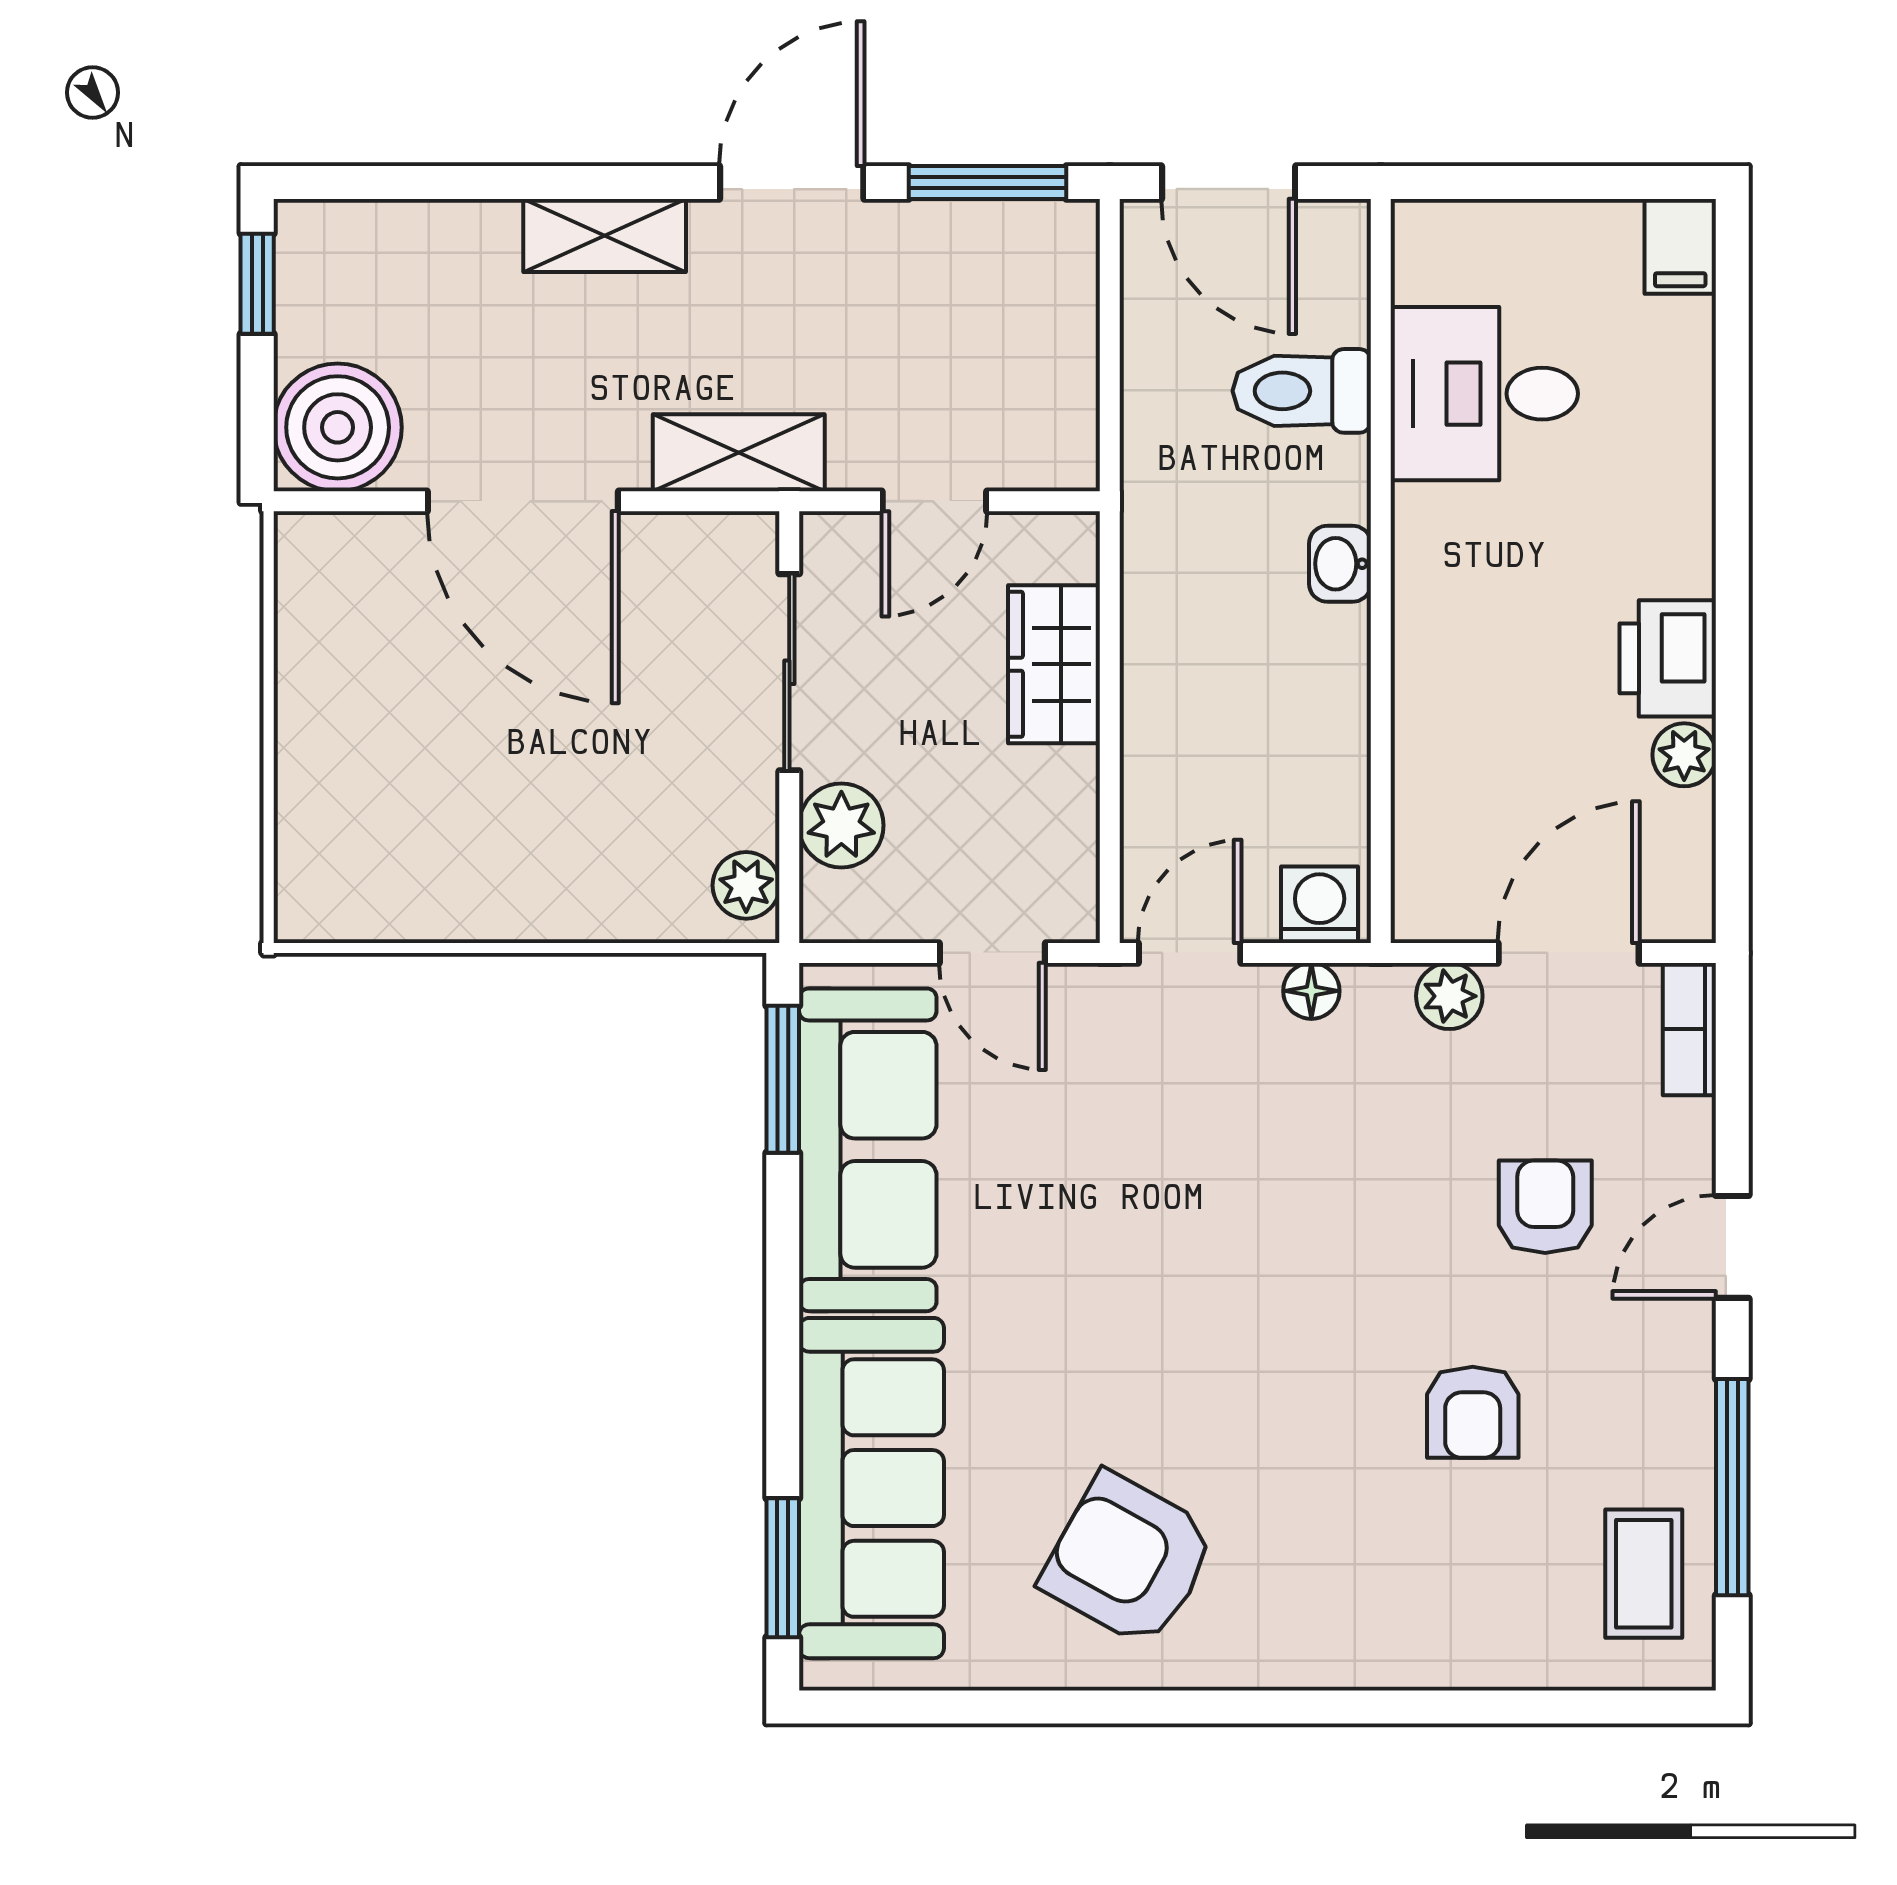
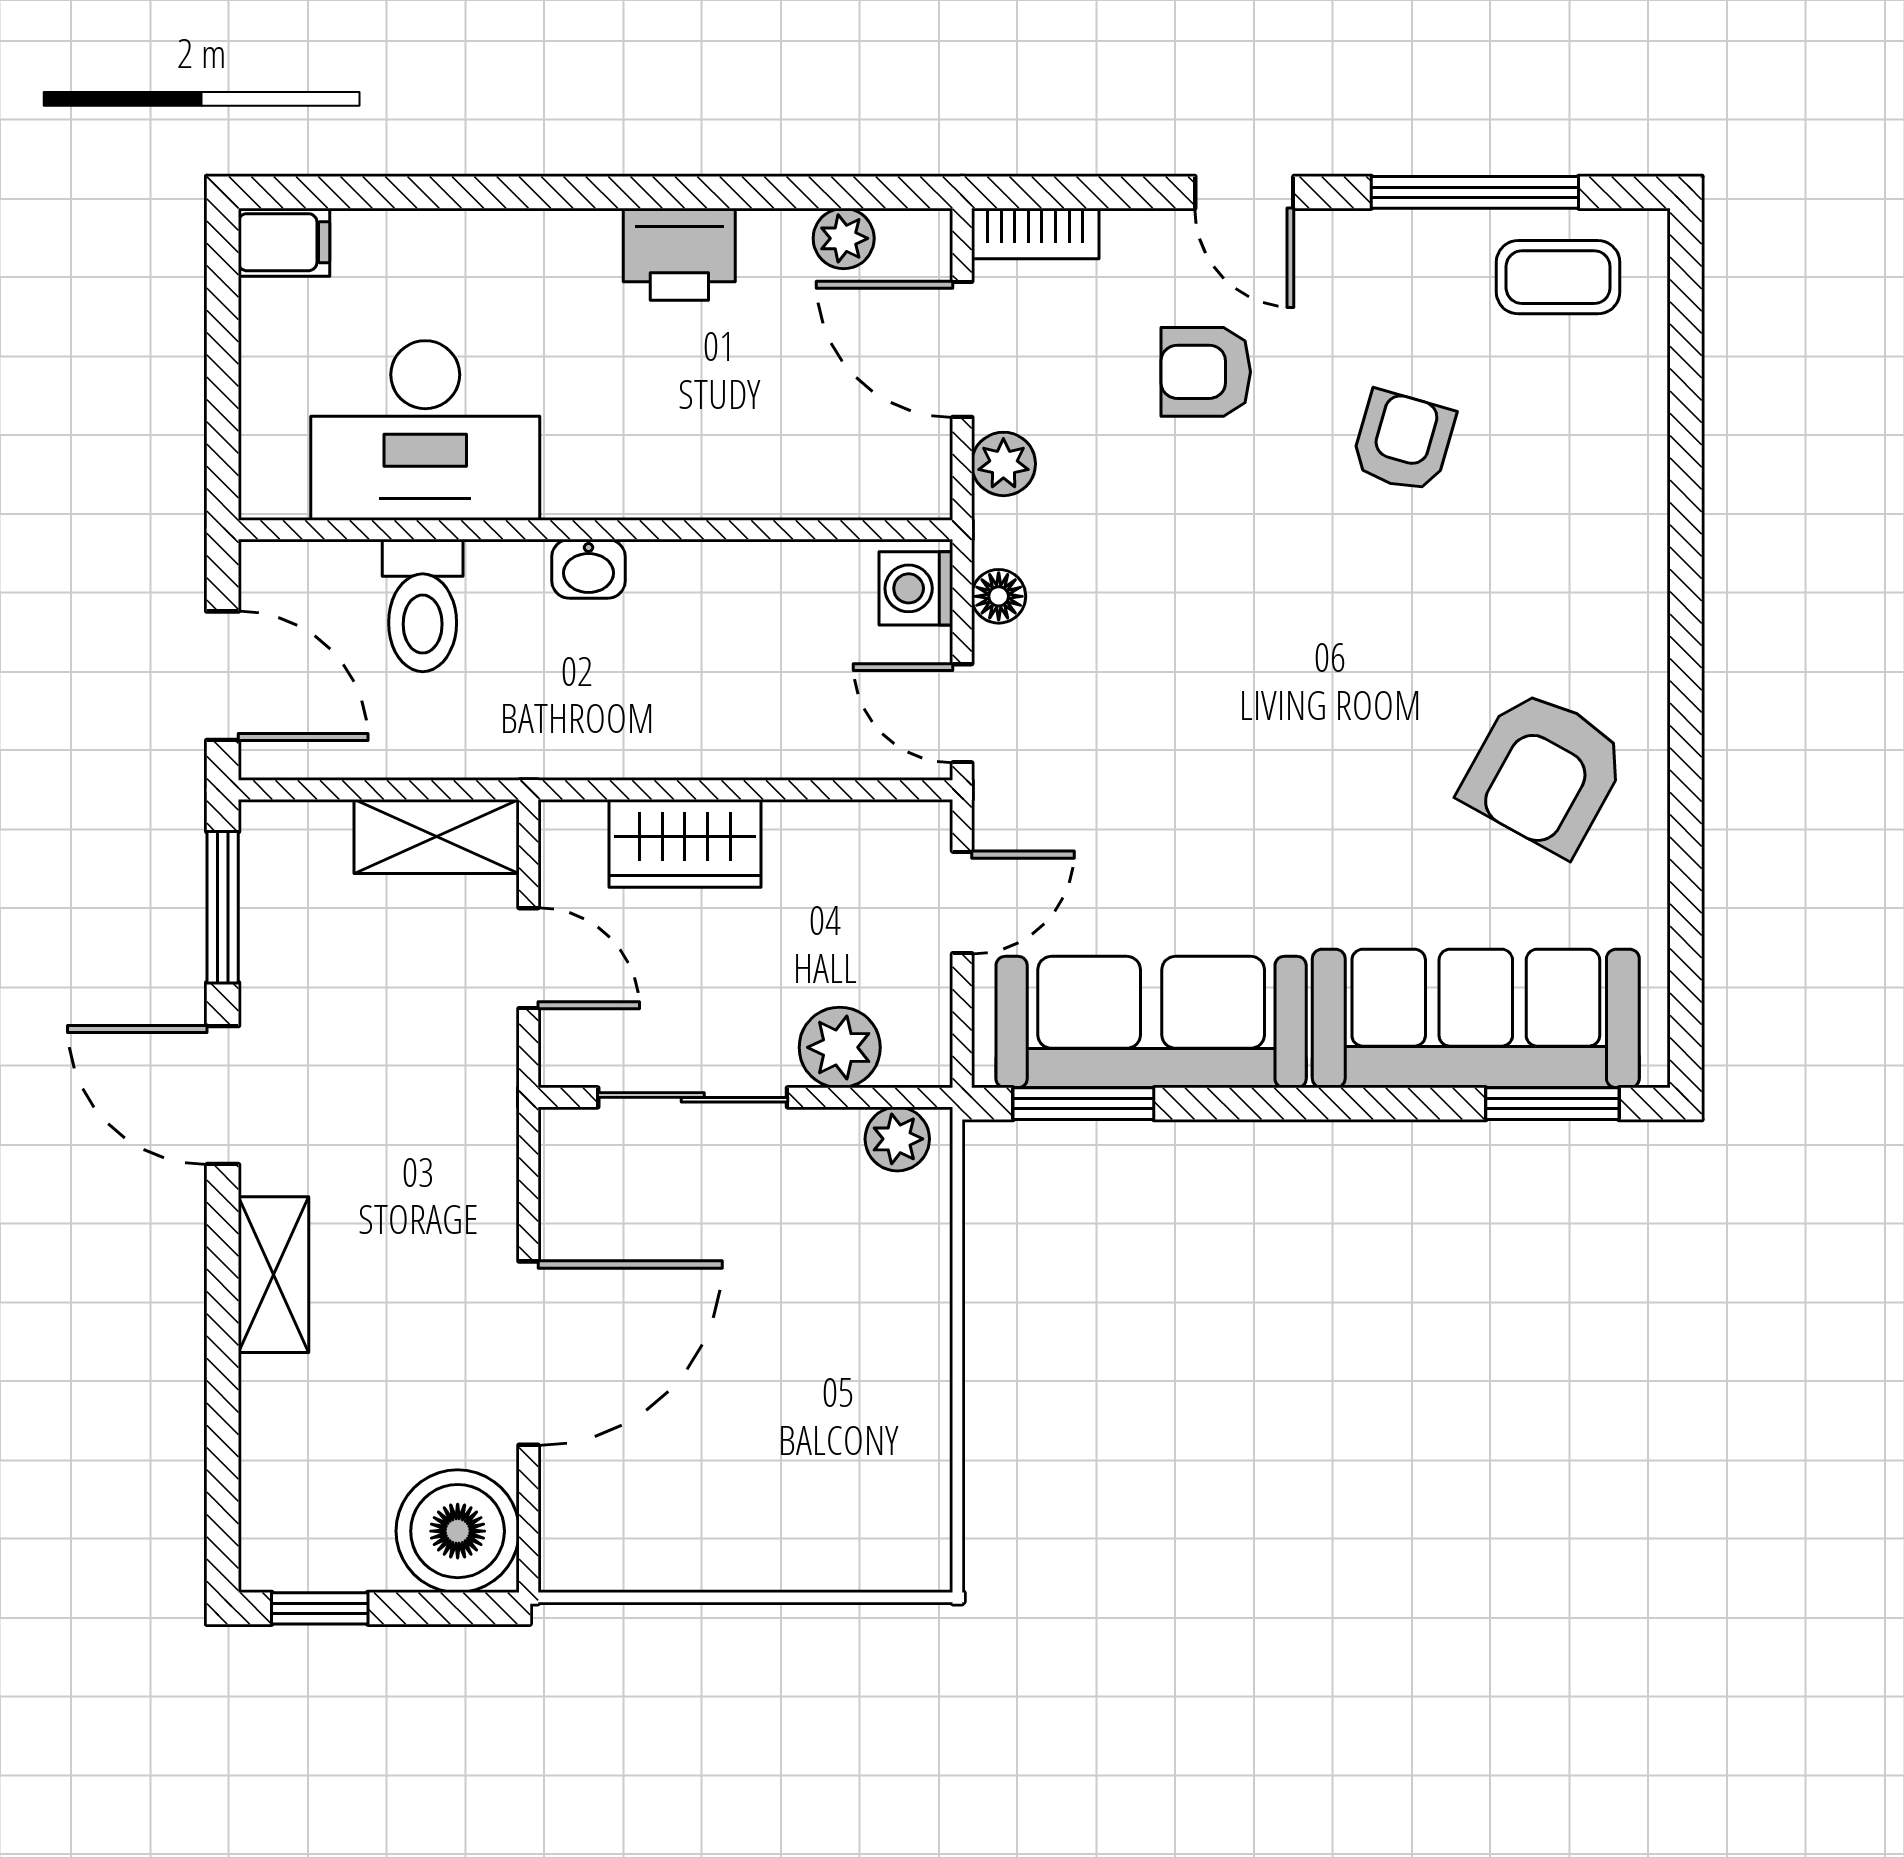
door: (1229, 183) -> (223, 676), hinge flipped
desk: (1484, 394) -> (425, 430), width x1.37
shelving: (739, 453) -> (437, 837), moved, turned 90
plant: (1684, 755) -> (844, 238), moved
armchair: (1473, 1412) -> (1403, 441), turned -74

